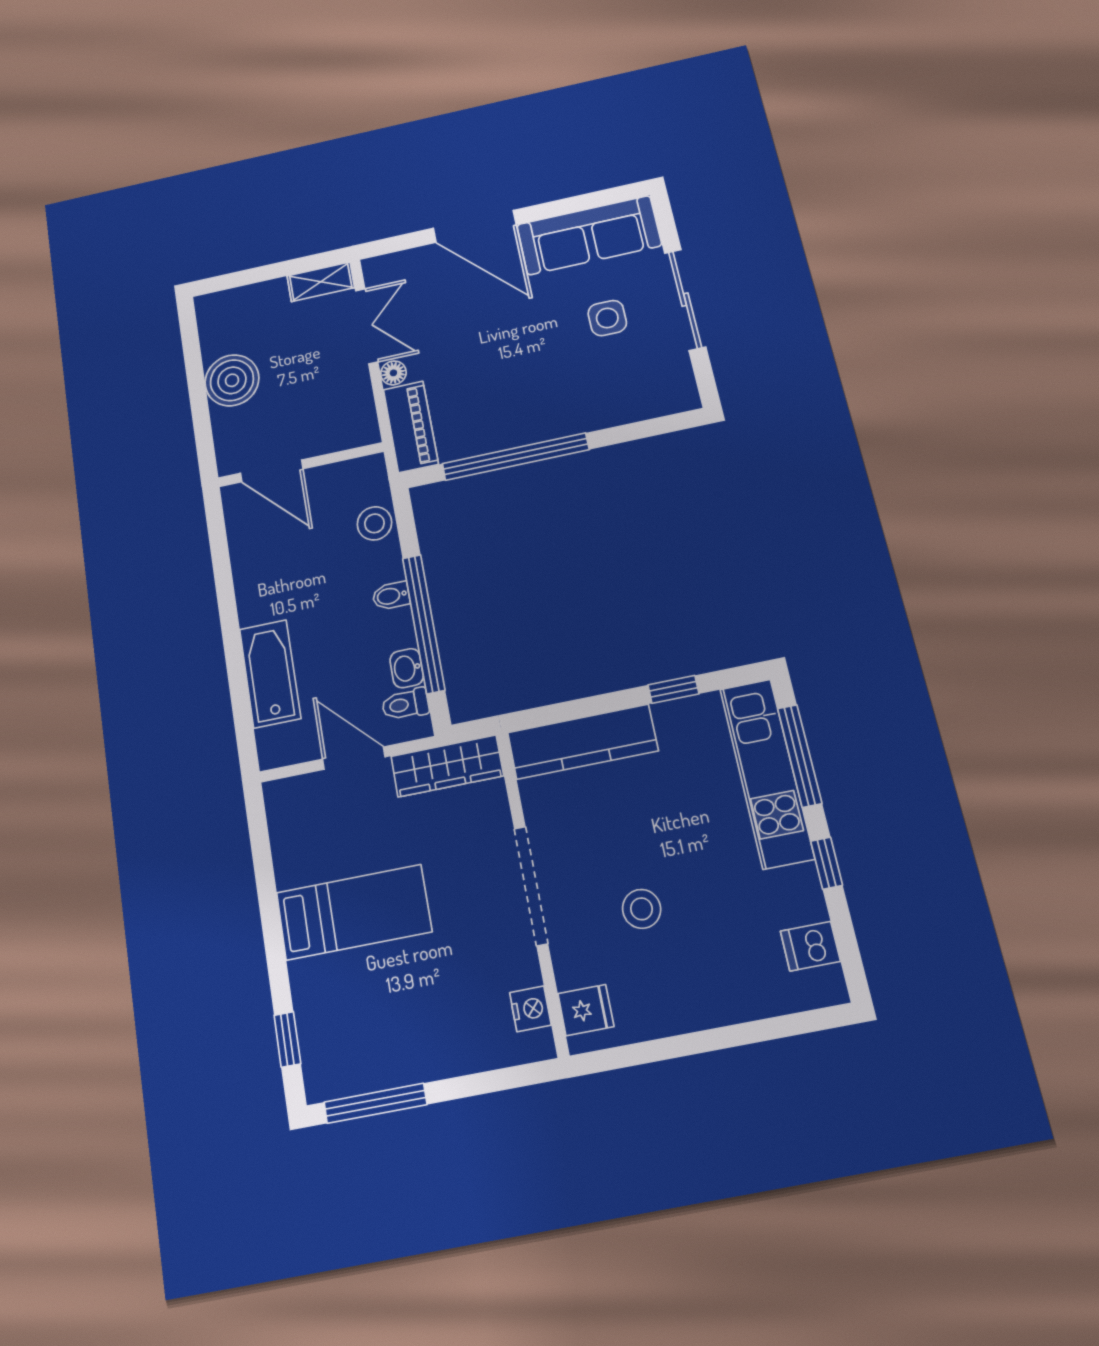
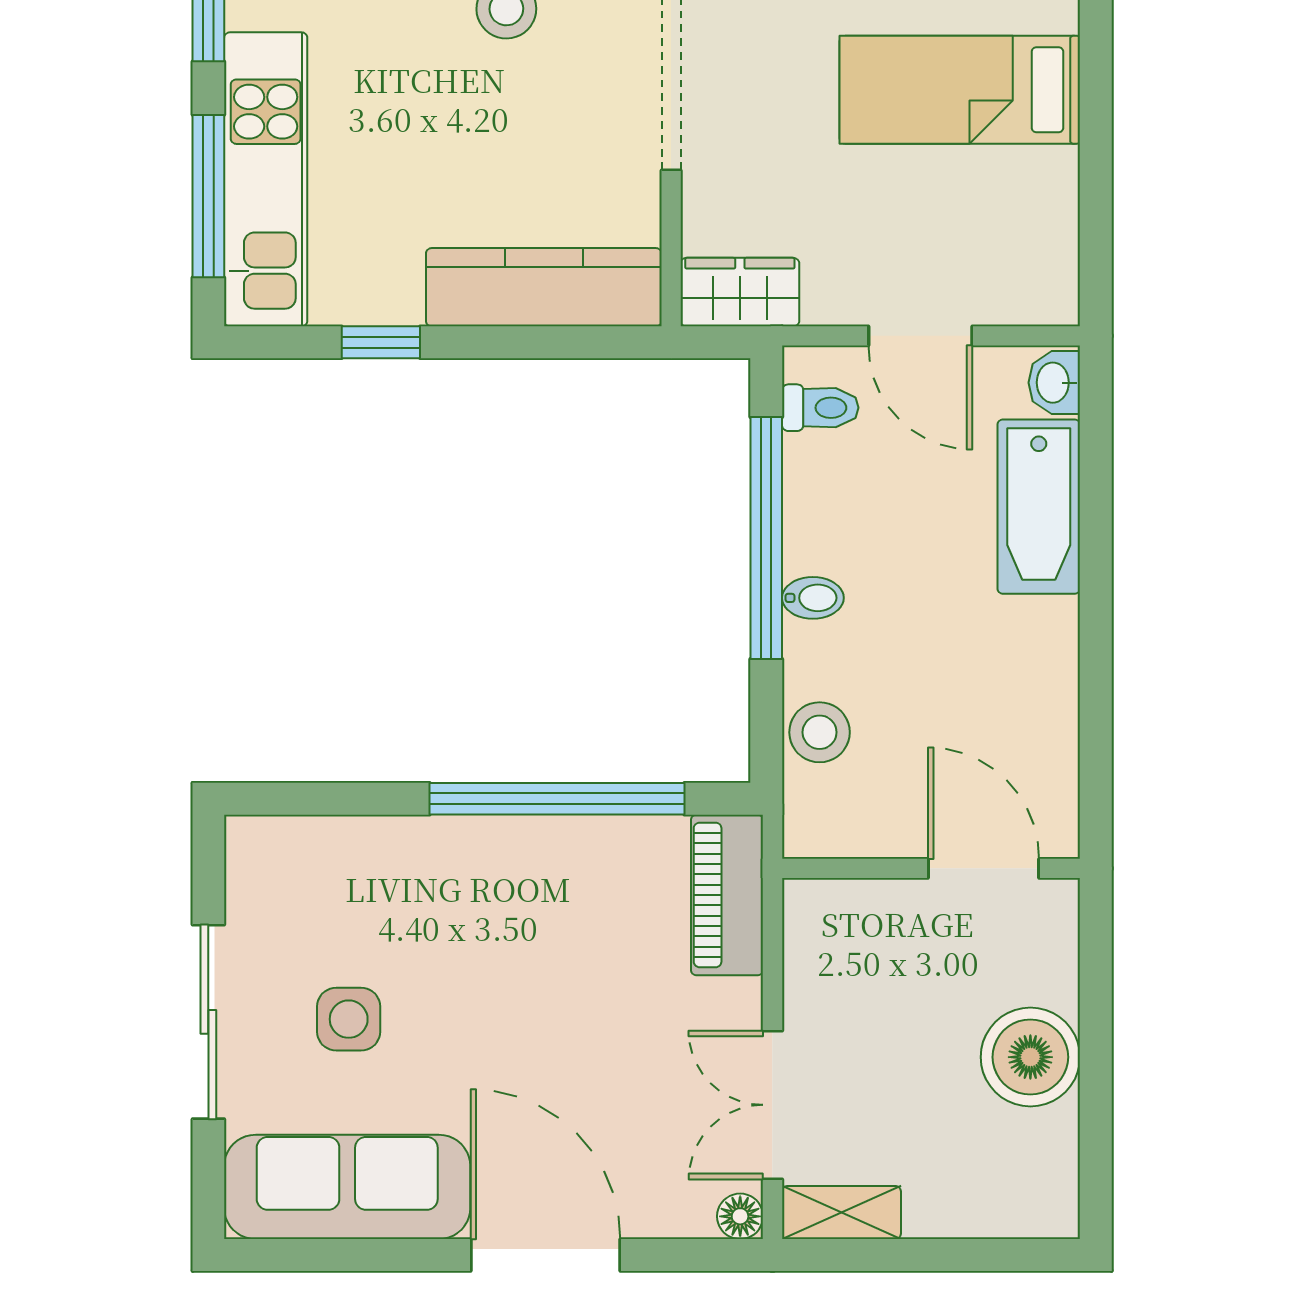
floor lamp: (393, 373) -> (740, 1216), moved
washbasin: (407, 668) -> (1054, 383), moved, turned 180
wardrobe: (447, 766) -> (740, 292), width x0.67

